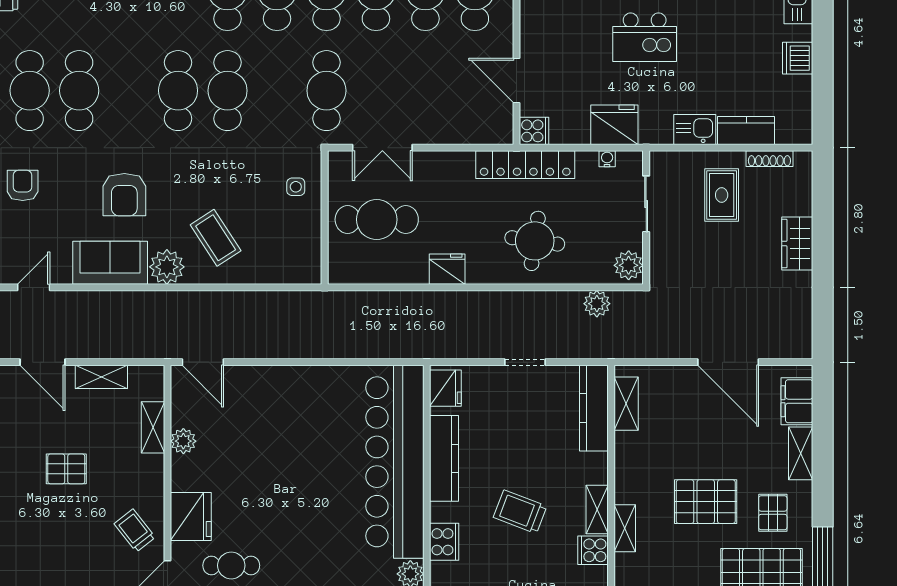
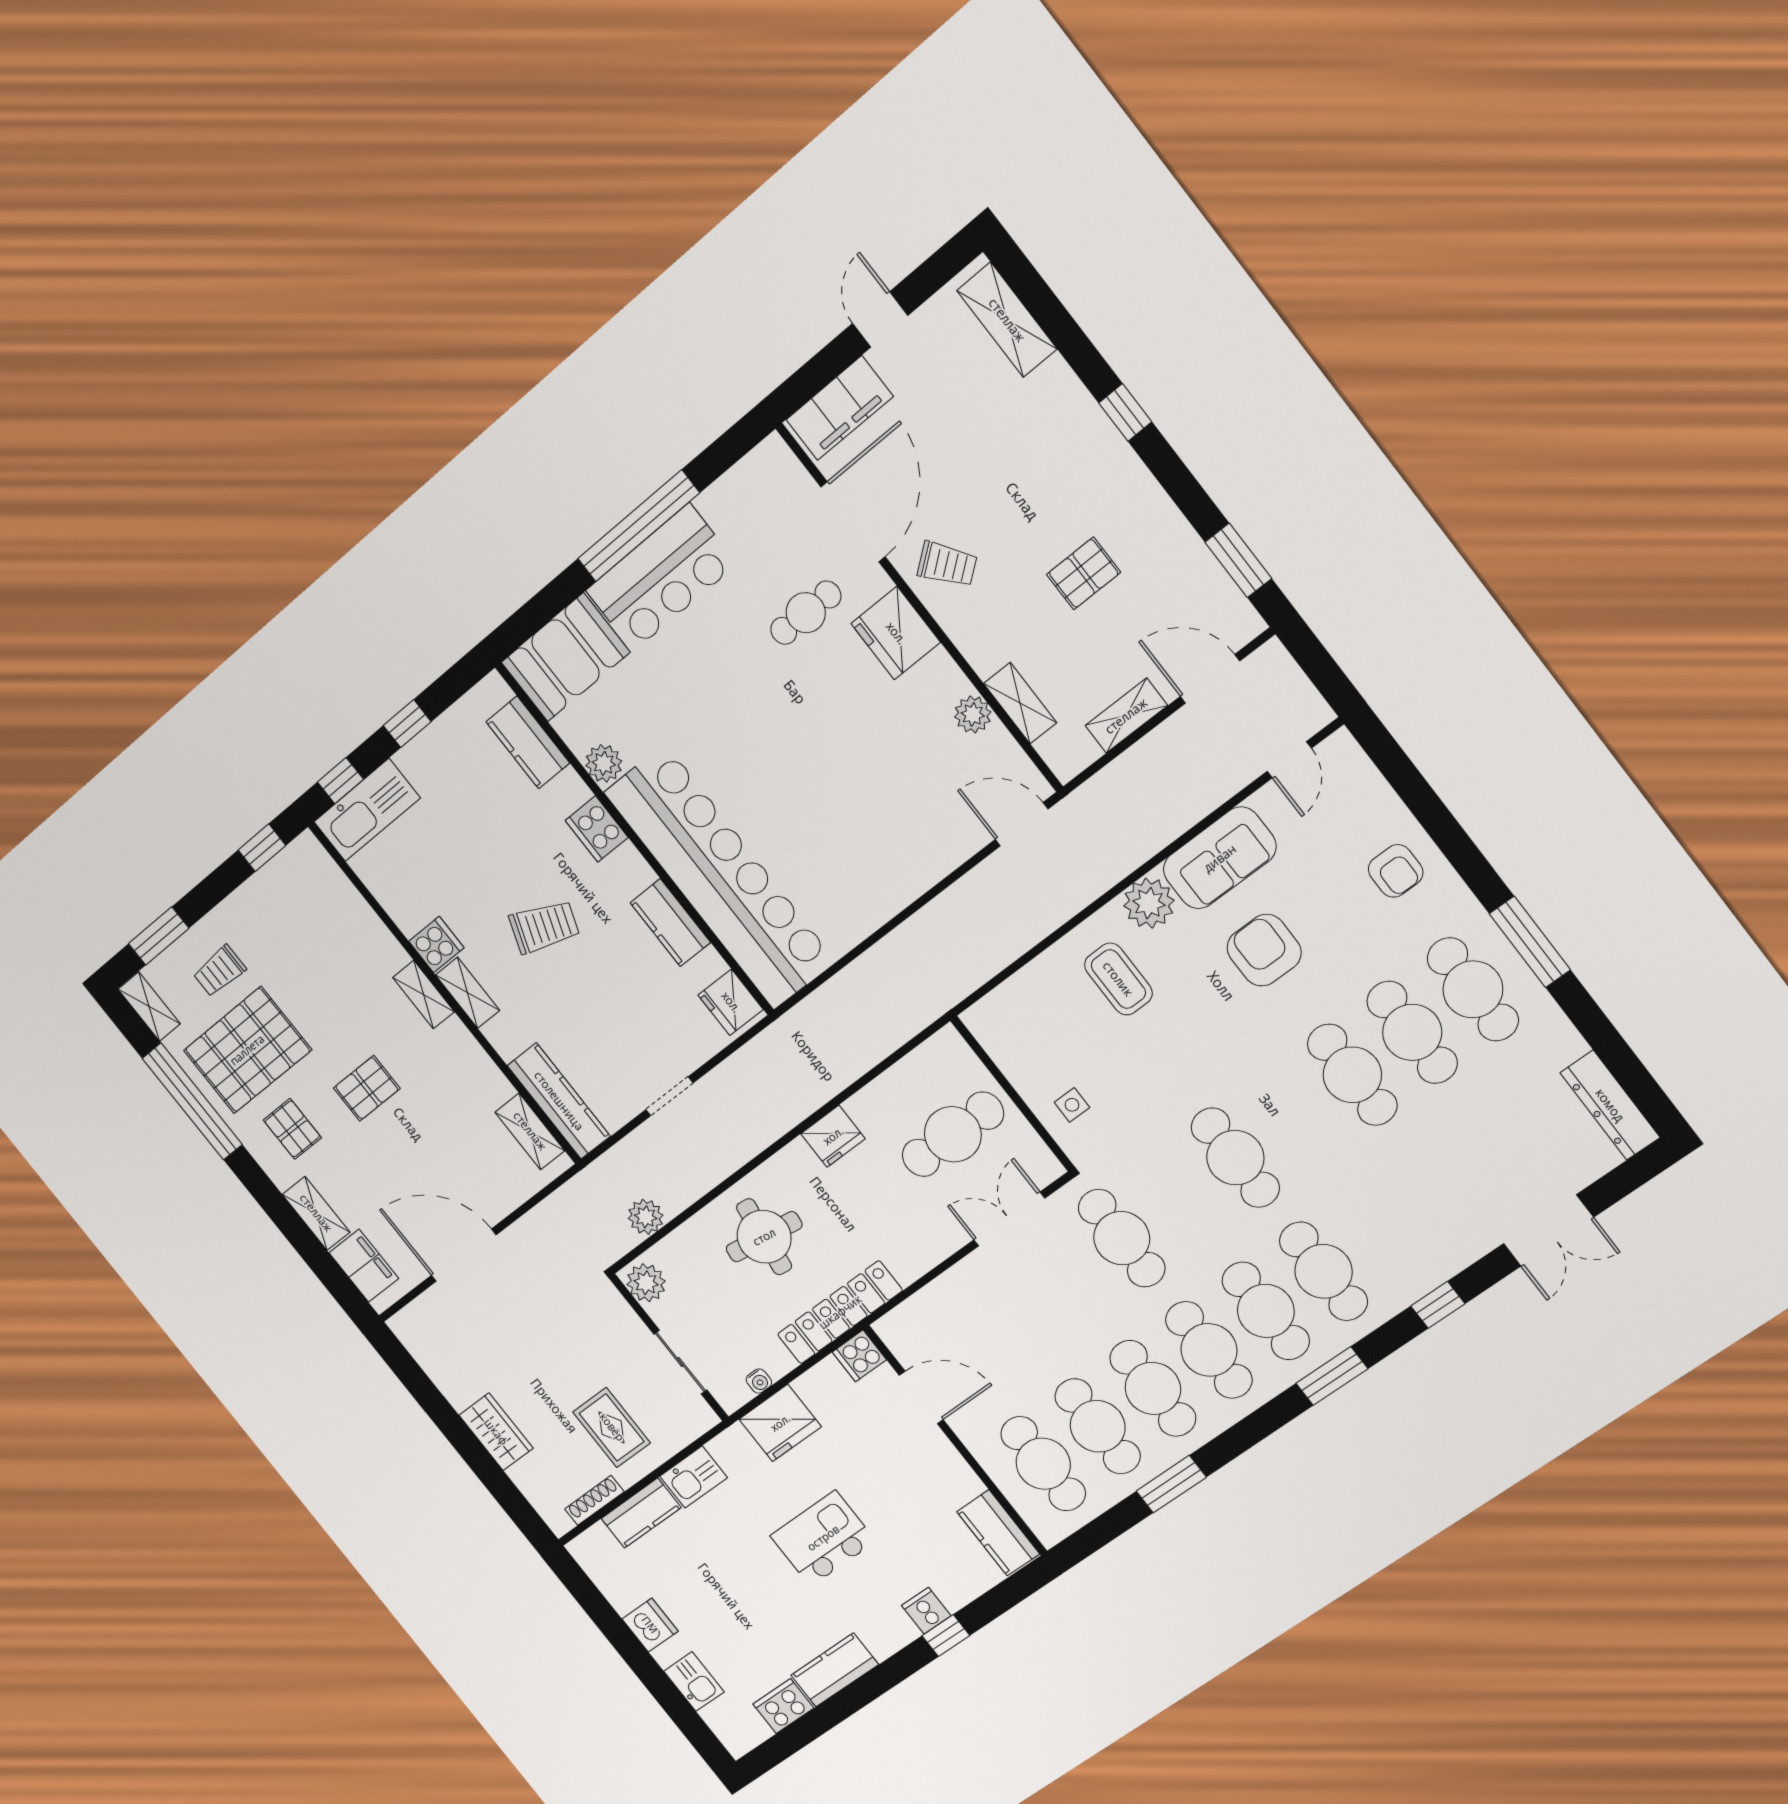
cafe table: (178, 91) -> (1352, 1075), moved
coffee table: (216, 238) -> (1118, 979), turned 33
kitchen counter: (444, 458) -> (670, 923), width x0.67
pallet: (706, 502) -> (367, 1088), width x0.67, depth x0.71

